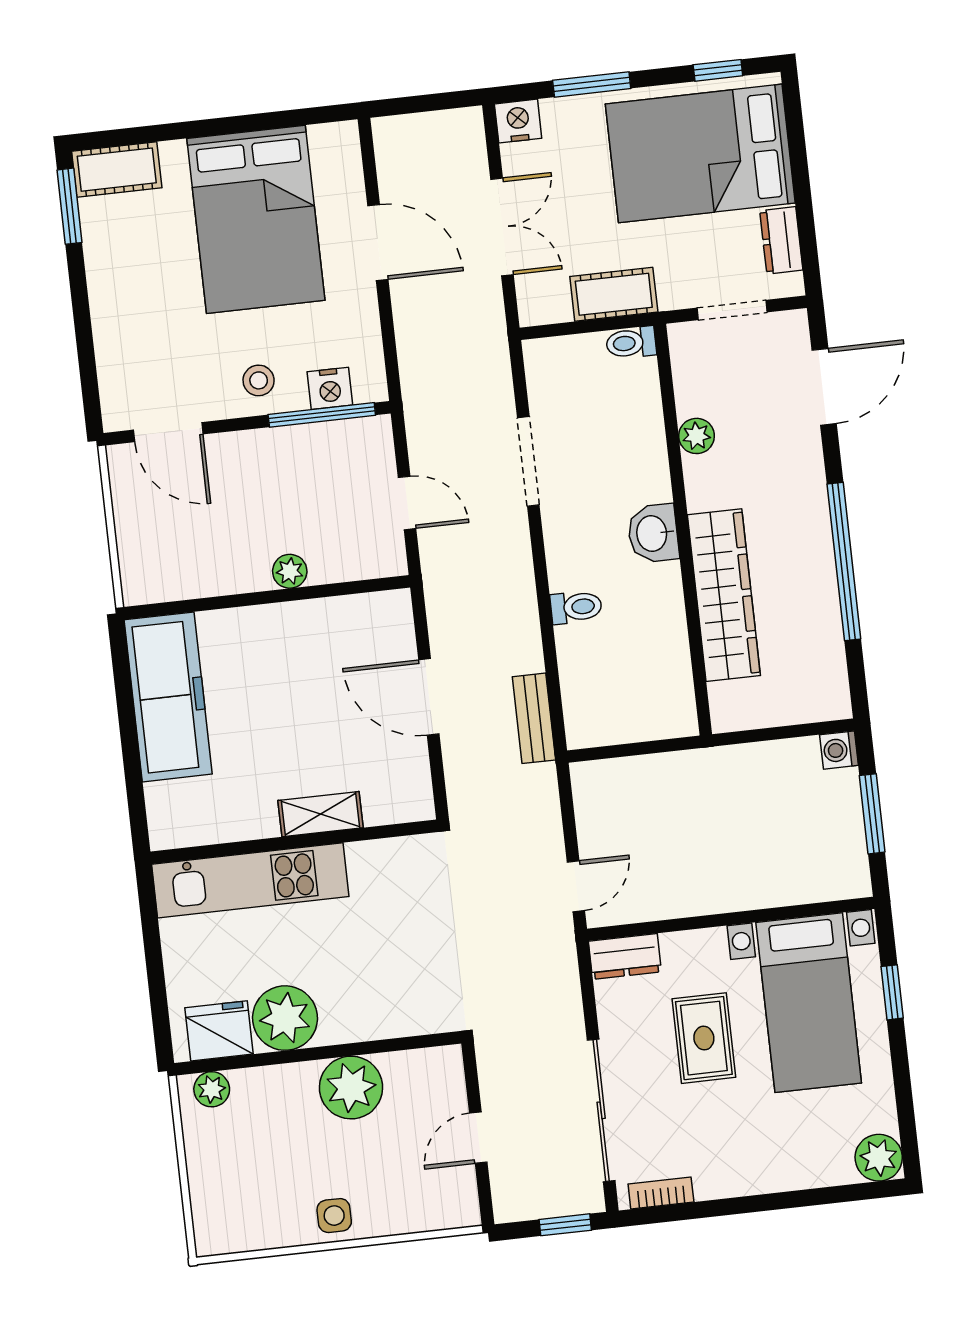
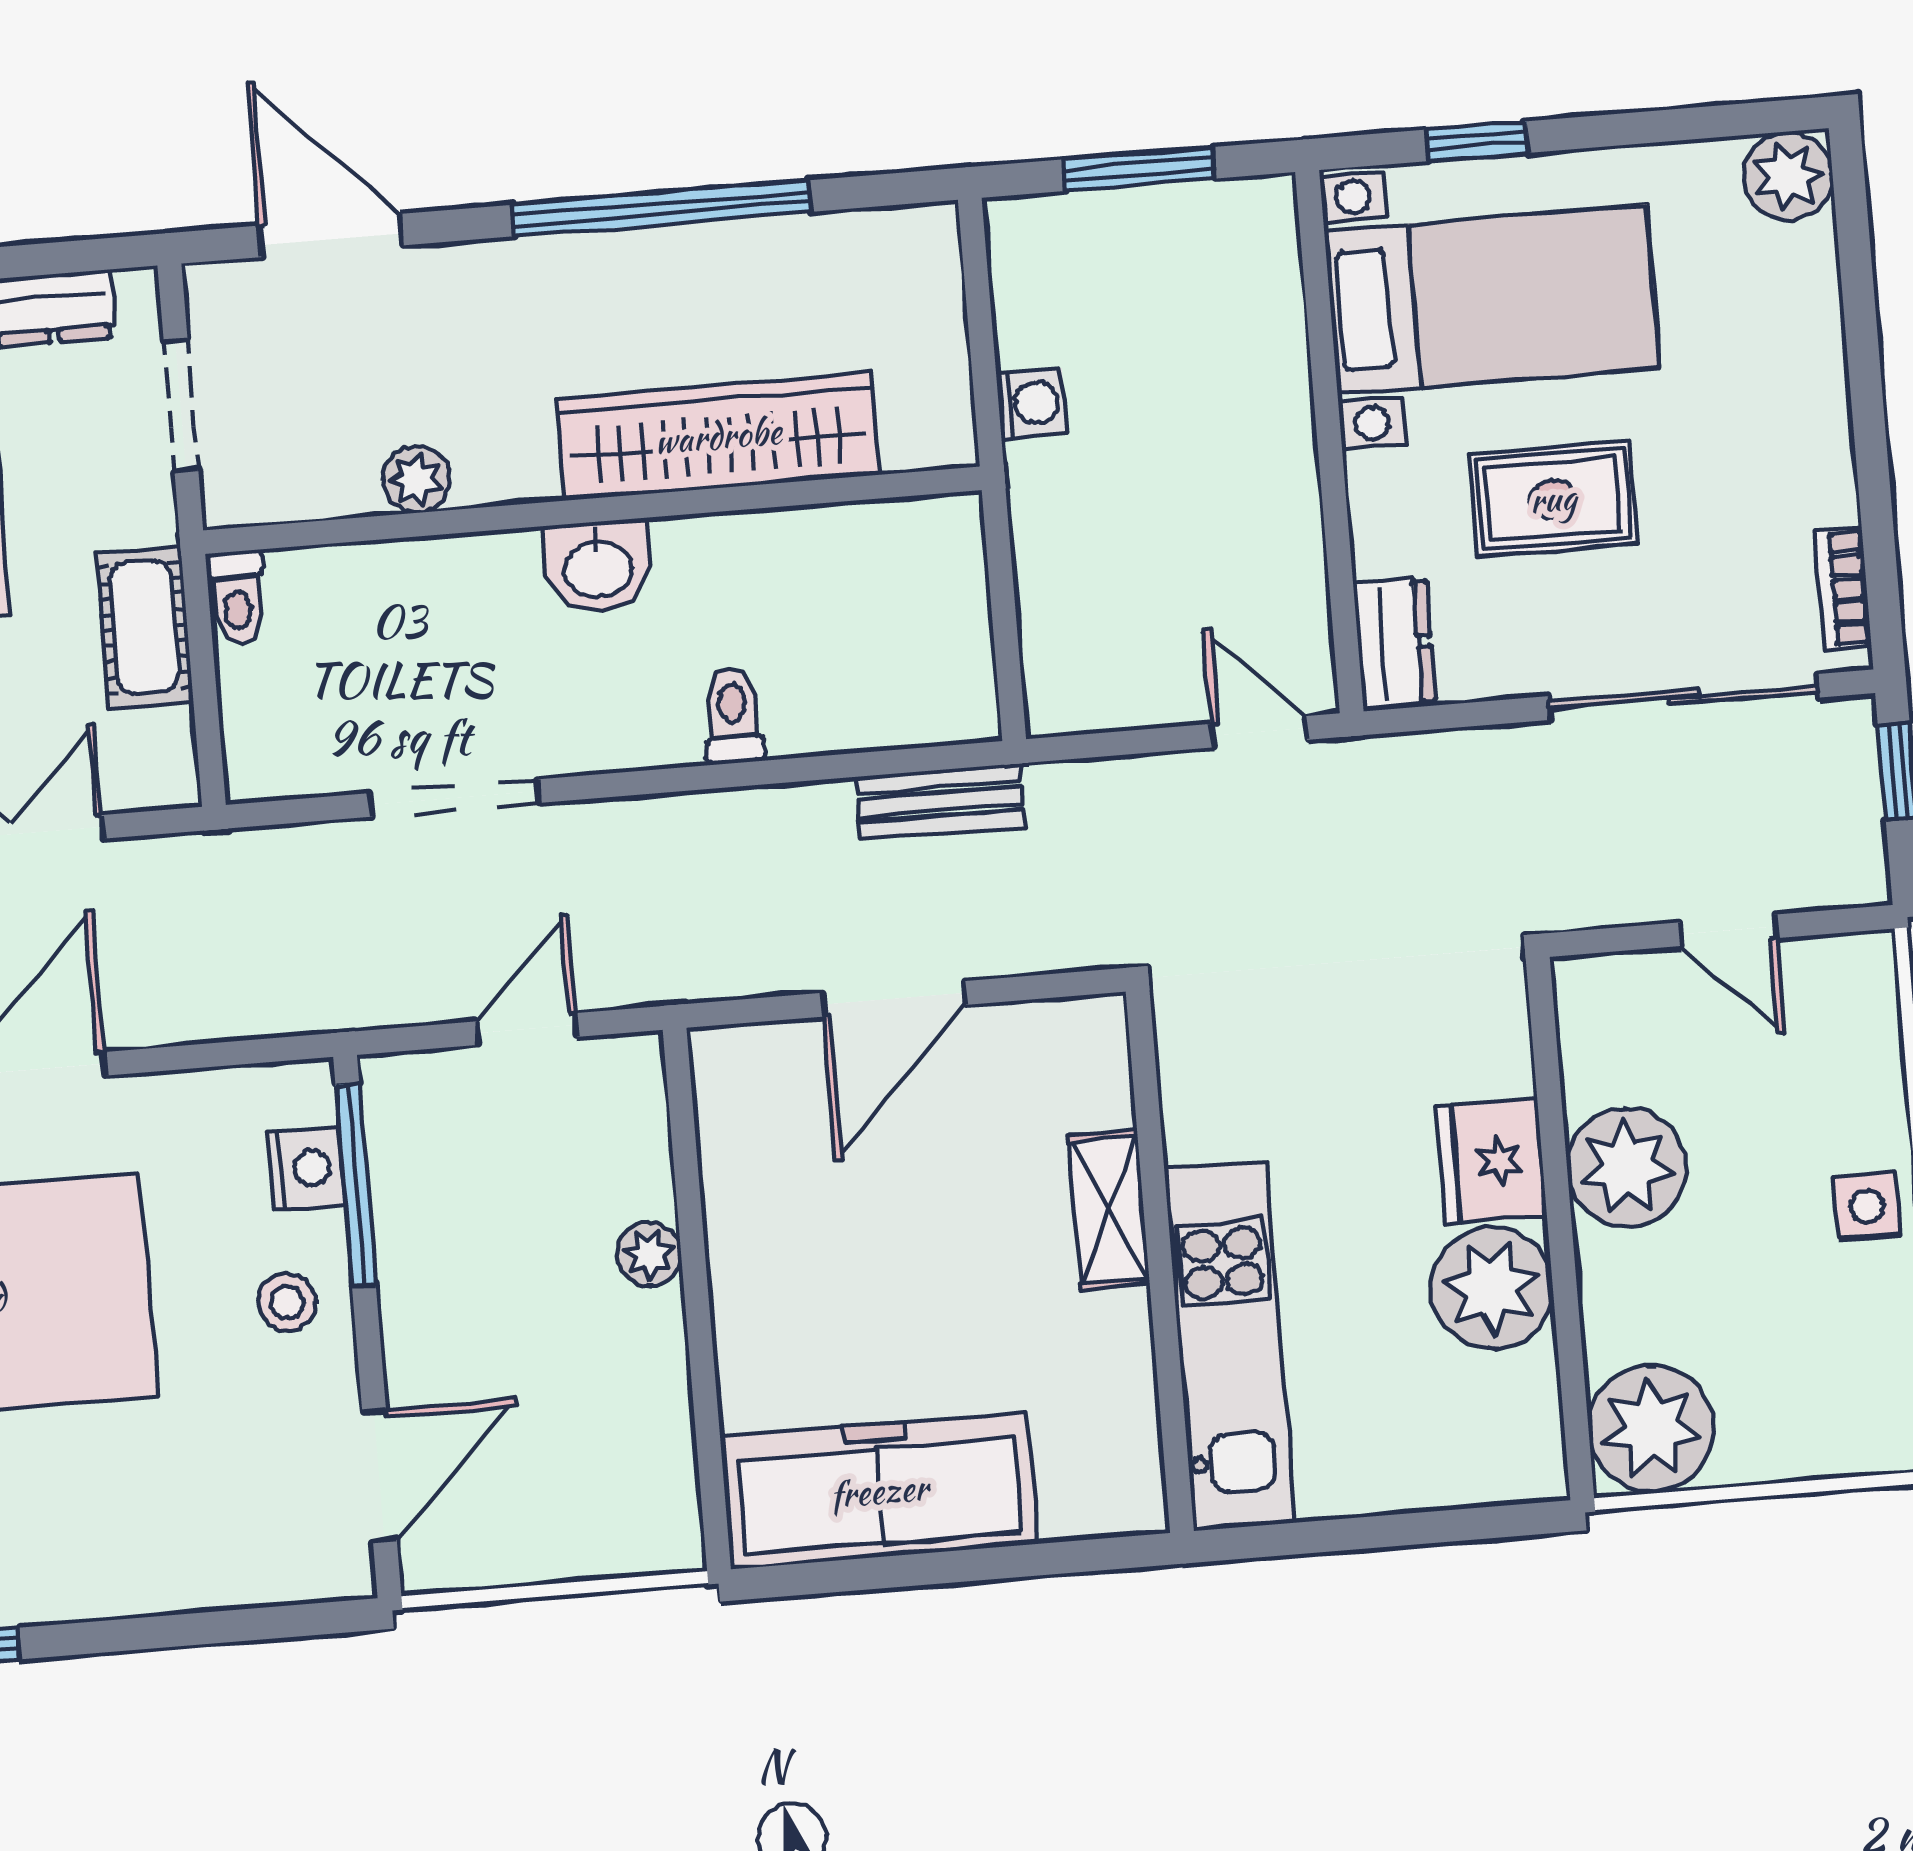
washing machine: (839, 750) -> (1031, 403), moved, turned -90
fridge: (219, 1031) -> (1492, 1161), moved
plant: (212, 1089) -> (1651, 1428), width x1.88, depth x1.88

